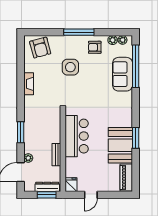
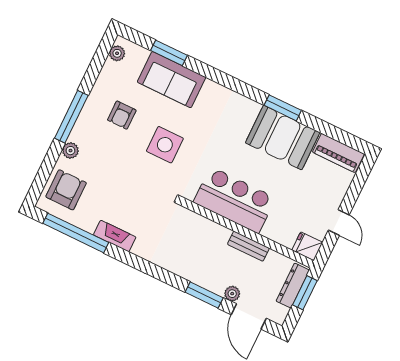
plant: (113, 40) -> (70, 151), moved
armchair: (95, 47) -> (122, 115), moved
armchair: (40, 48) -> (66, 190), turned -75
window: (21, 63) -> (76, 233), added
window: (136, 66) -> (169, 53), width x0.47
side table: (70, 67) -> (165, 145), moved
window: (21, 132) -> (204, 295), moved

